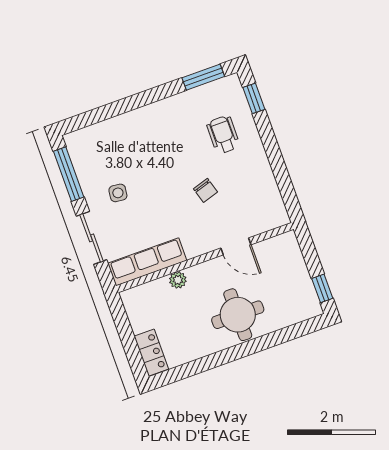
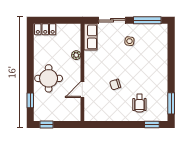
wheelchair: (223, 135) -> (139, 103), turned 90
row of seats: (147, 262) -> (90, 37), width x0.68
window: (289, 333) -> (30, 100), added

